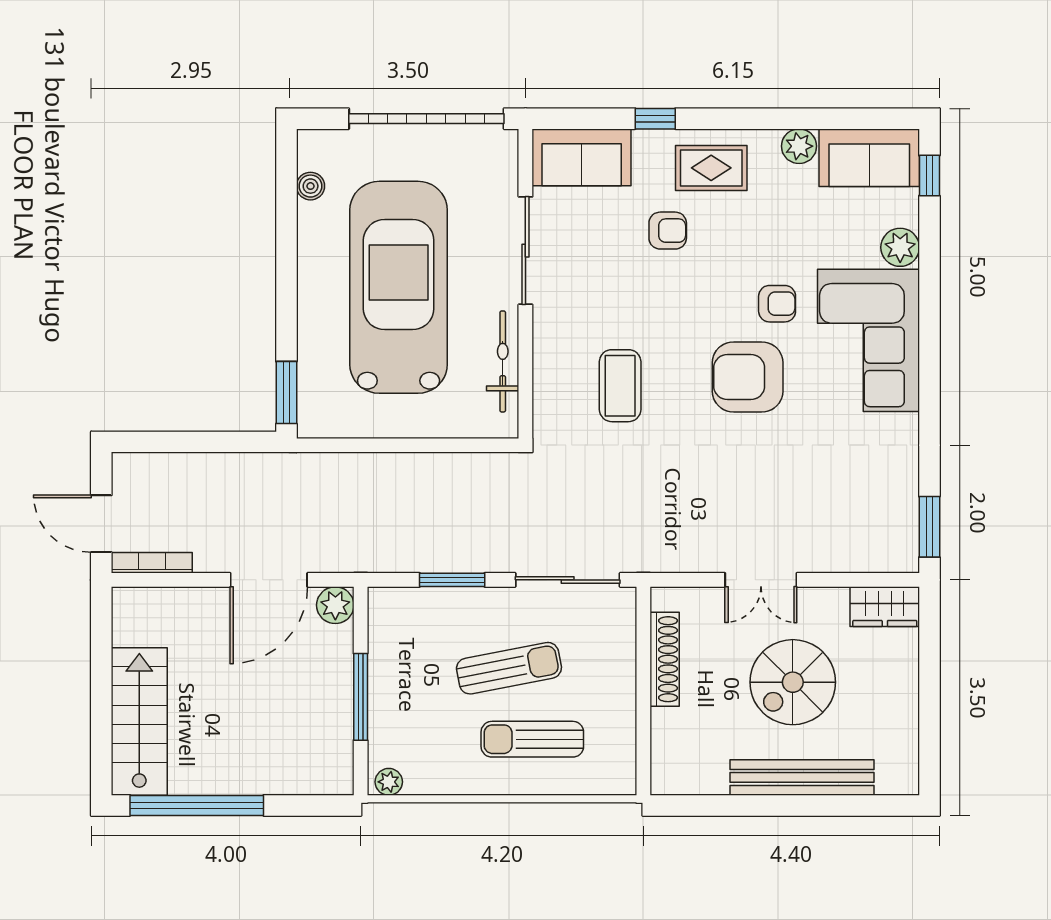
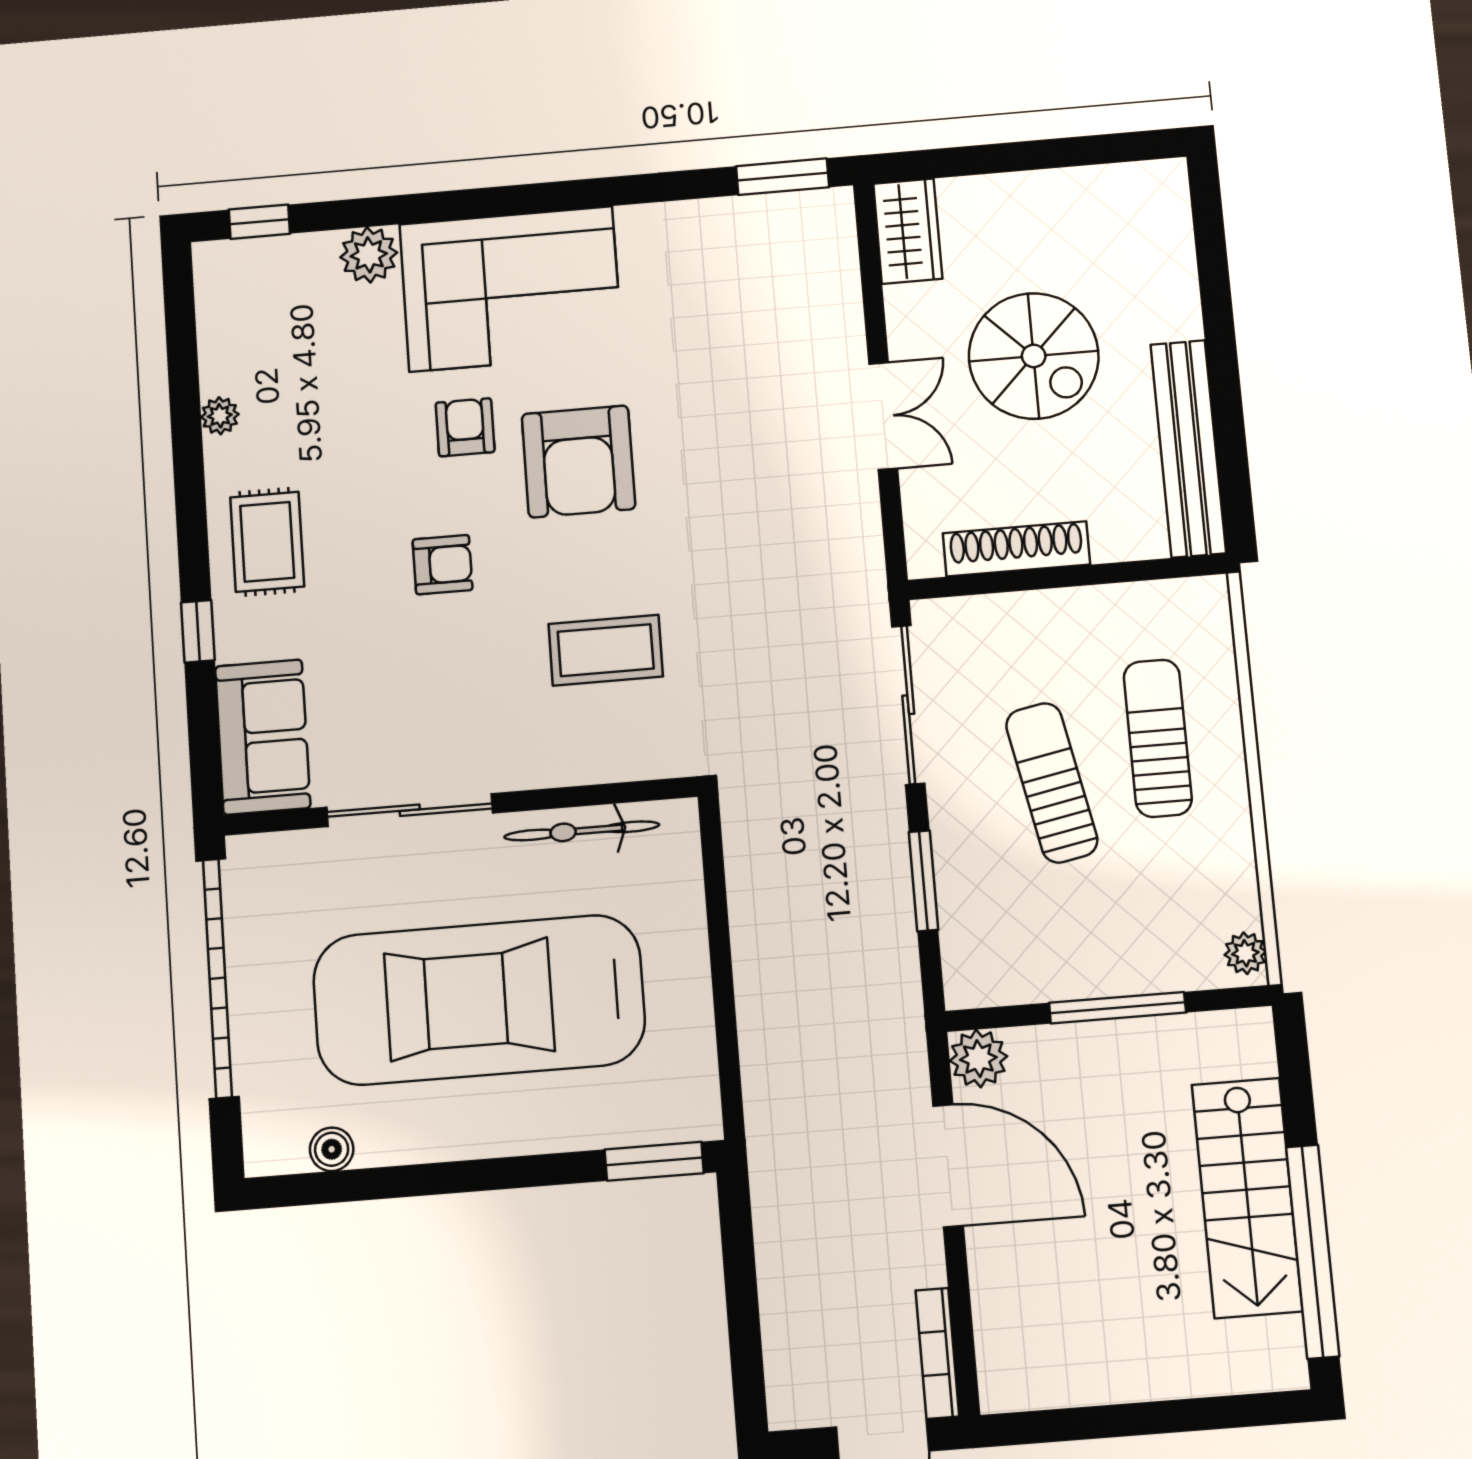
plant: (799, 146) -> (220, 416), width x0.73, depth x0.73
sofa: (869, 158) -> (238, 311), removed
armchair: (668, 231) -> (443, 565), moved, turned 90
stairs: (139, 721) -> (1247, 1198), moved, turned -90
sun lounger: (532, 739) -> (1158, 738), turned 180
bench: (802, 777) -> (1188, 449), moved

